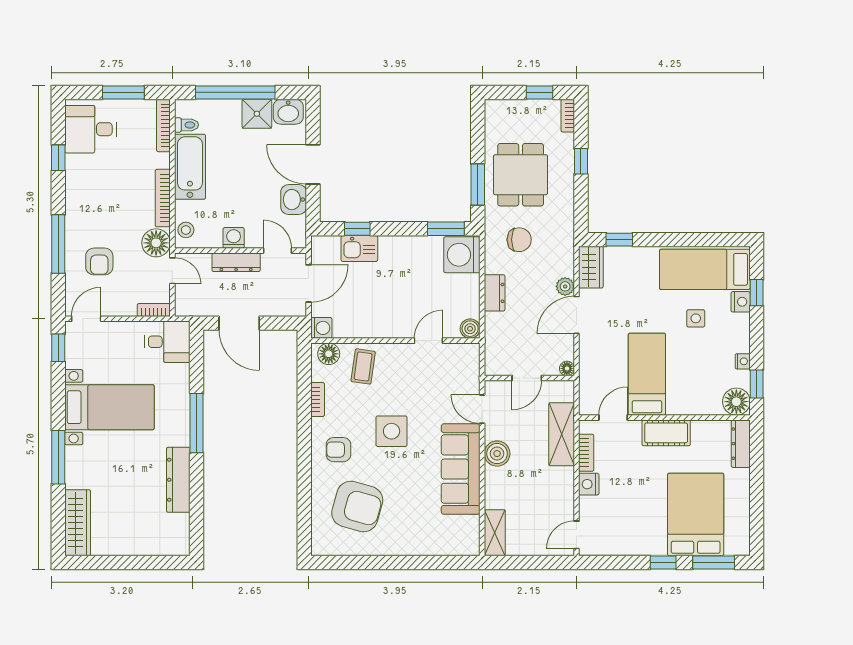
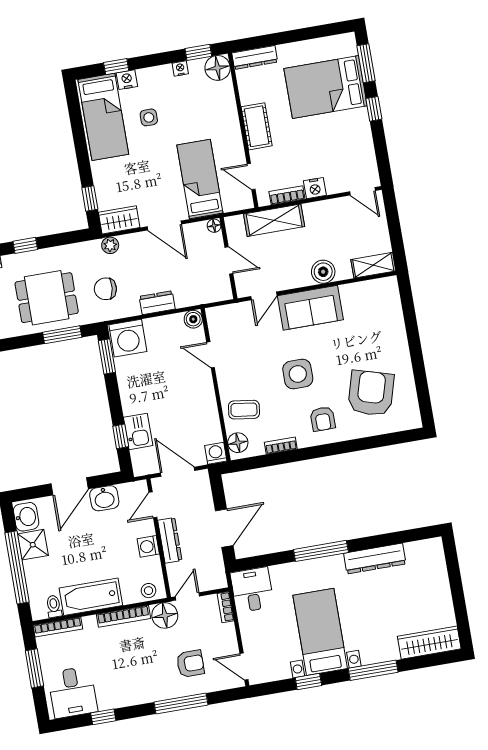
chair: (519, 240) -> (105, 289), turned -83
plant: (565, 286) -> (110, 245), moved
window: (58, 348) -> (308, 681), moved
bed: (647, 374) -> (200, 179), moved, turned 90
boiler: (497, 454) -> (323, 272), moved
sofa: (461, 469) -> (310, 308), width x0.73

